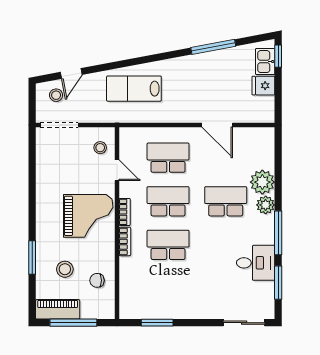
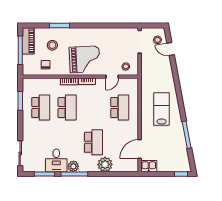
kitchen sink: (265, 62) -> (149, 166), moved
fridge: (263, 86) -> (163, 165), removed
lab bench: (134, 89) -> (162, 109), moved
door: (217, 125) -> (140, 149), moved
school desk: (168, 201) -> (41, 107), moved
plant: (266, 205) -> (73, 166), moved
grand piano: (88, 216) -> (85, 59), turned -93

